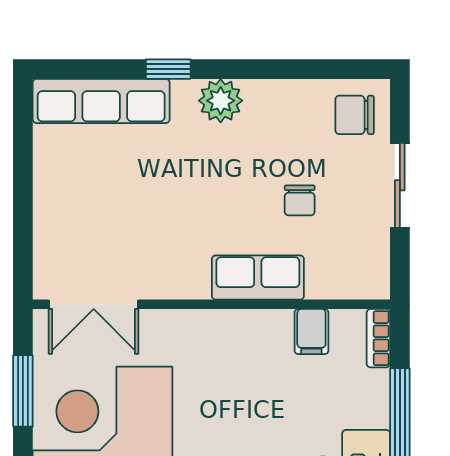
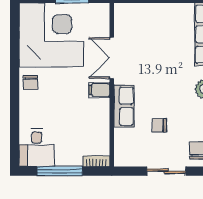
double door: (94, 304) -> (112, 58), moved
filing cabinet: (311, 332) -> (99, 90), moved

